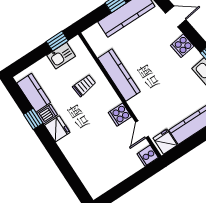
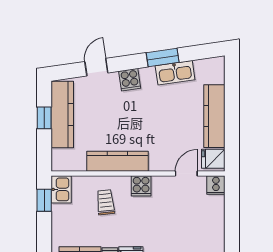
kitchen sink: (61, 56) -> (61, 189), moved
cooker: (120, 115) -> (141, 186), moved
door: (142, 129) -> (186, 173), swing flipped

